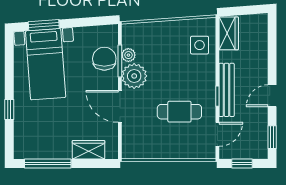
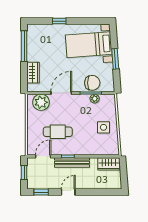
window: (44, 25) -> (115, 59), moved
side table: (200, 45) -> (103, 127), moved
plant: (134, 76) -> (41, 102), moved
door: (272, 96) -> (68, 192), hinge flipped
cafe table: (179, 112) -> (58, 132), turned 90
door: (217, 134) -> (43, 156), swing flipped

